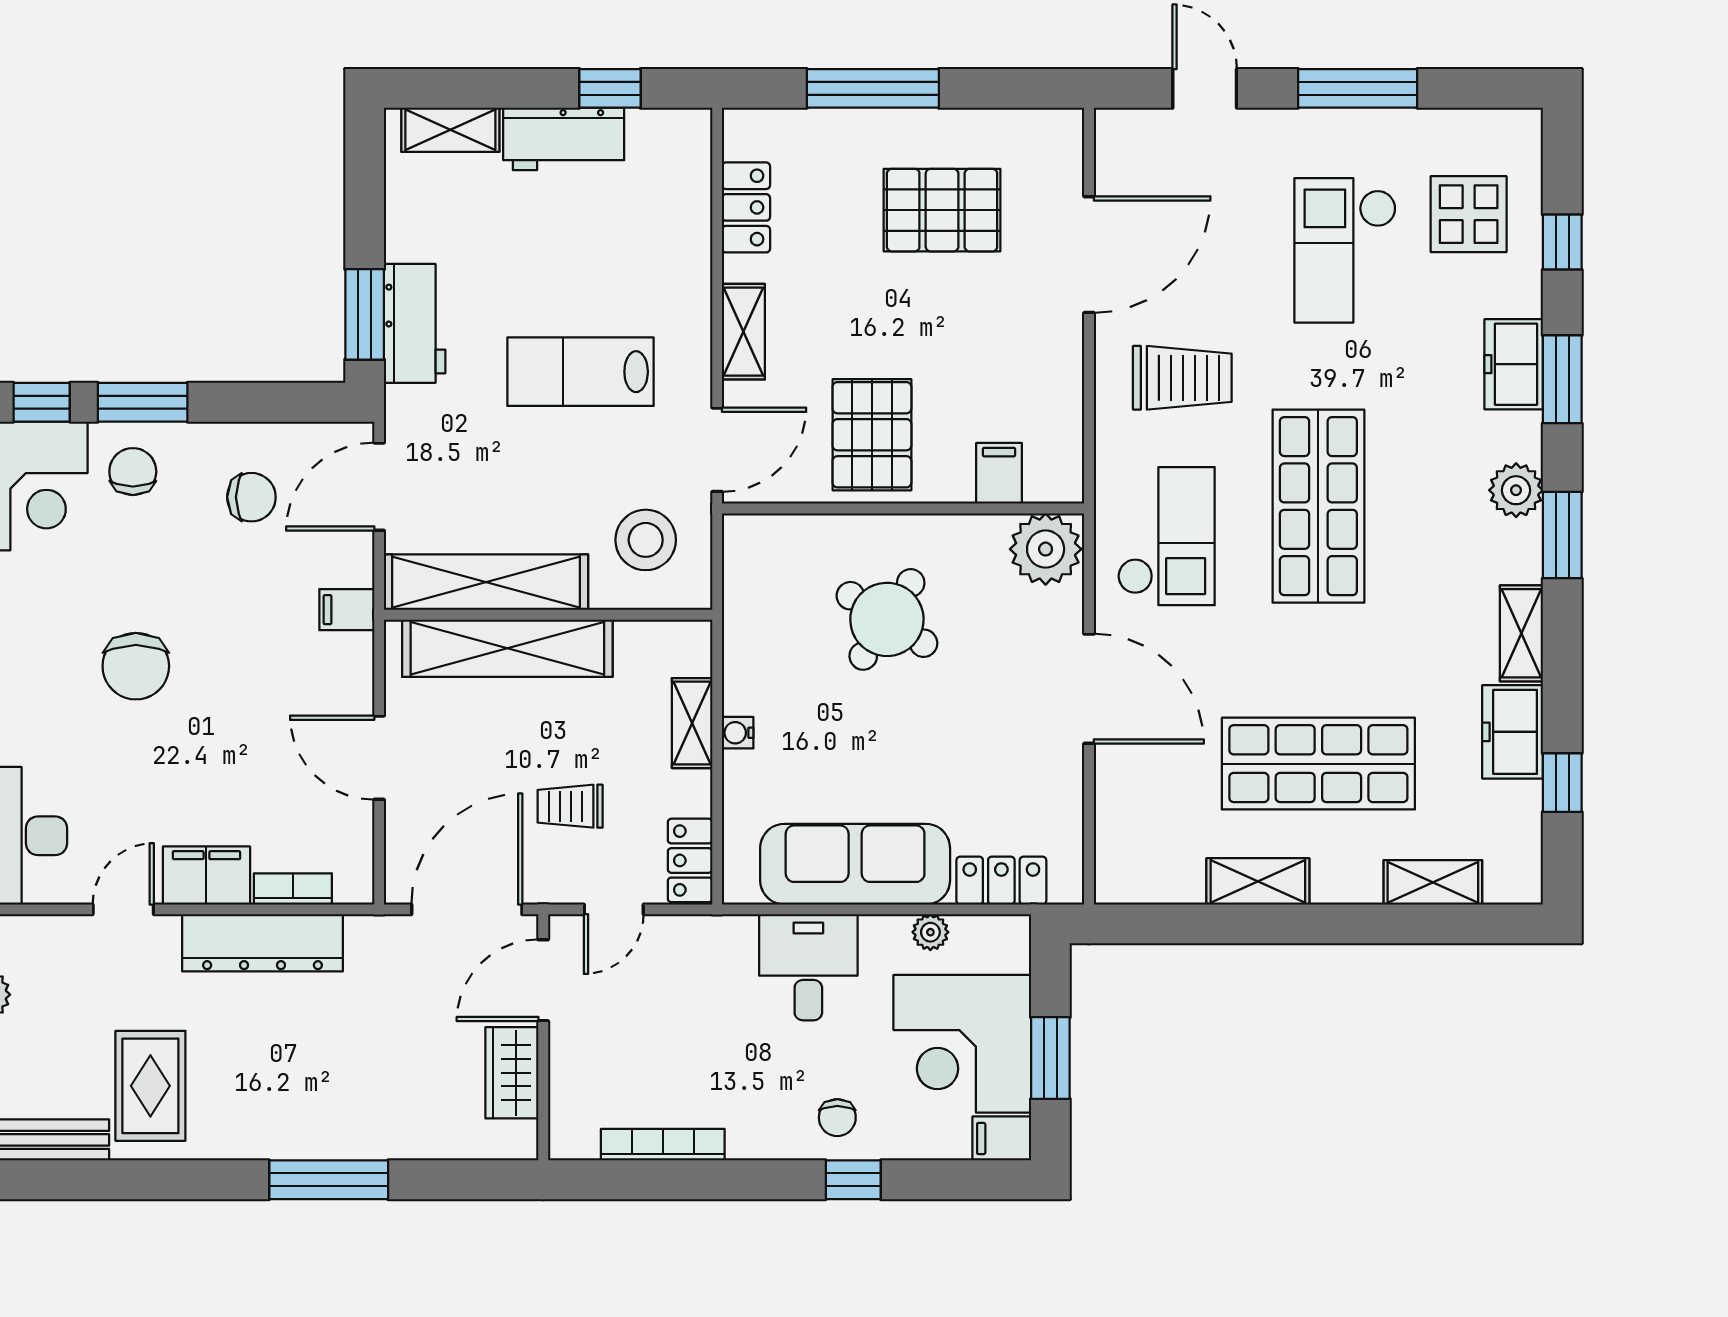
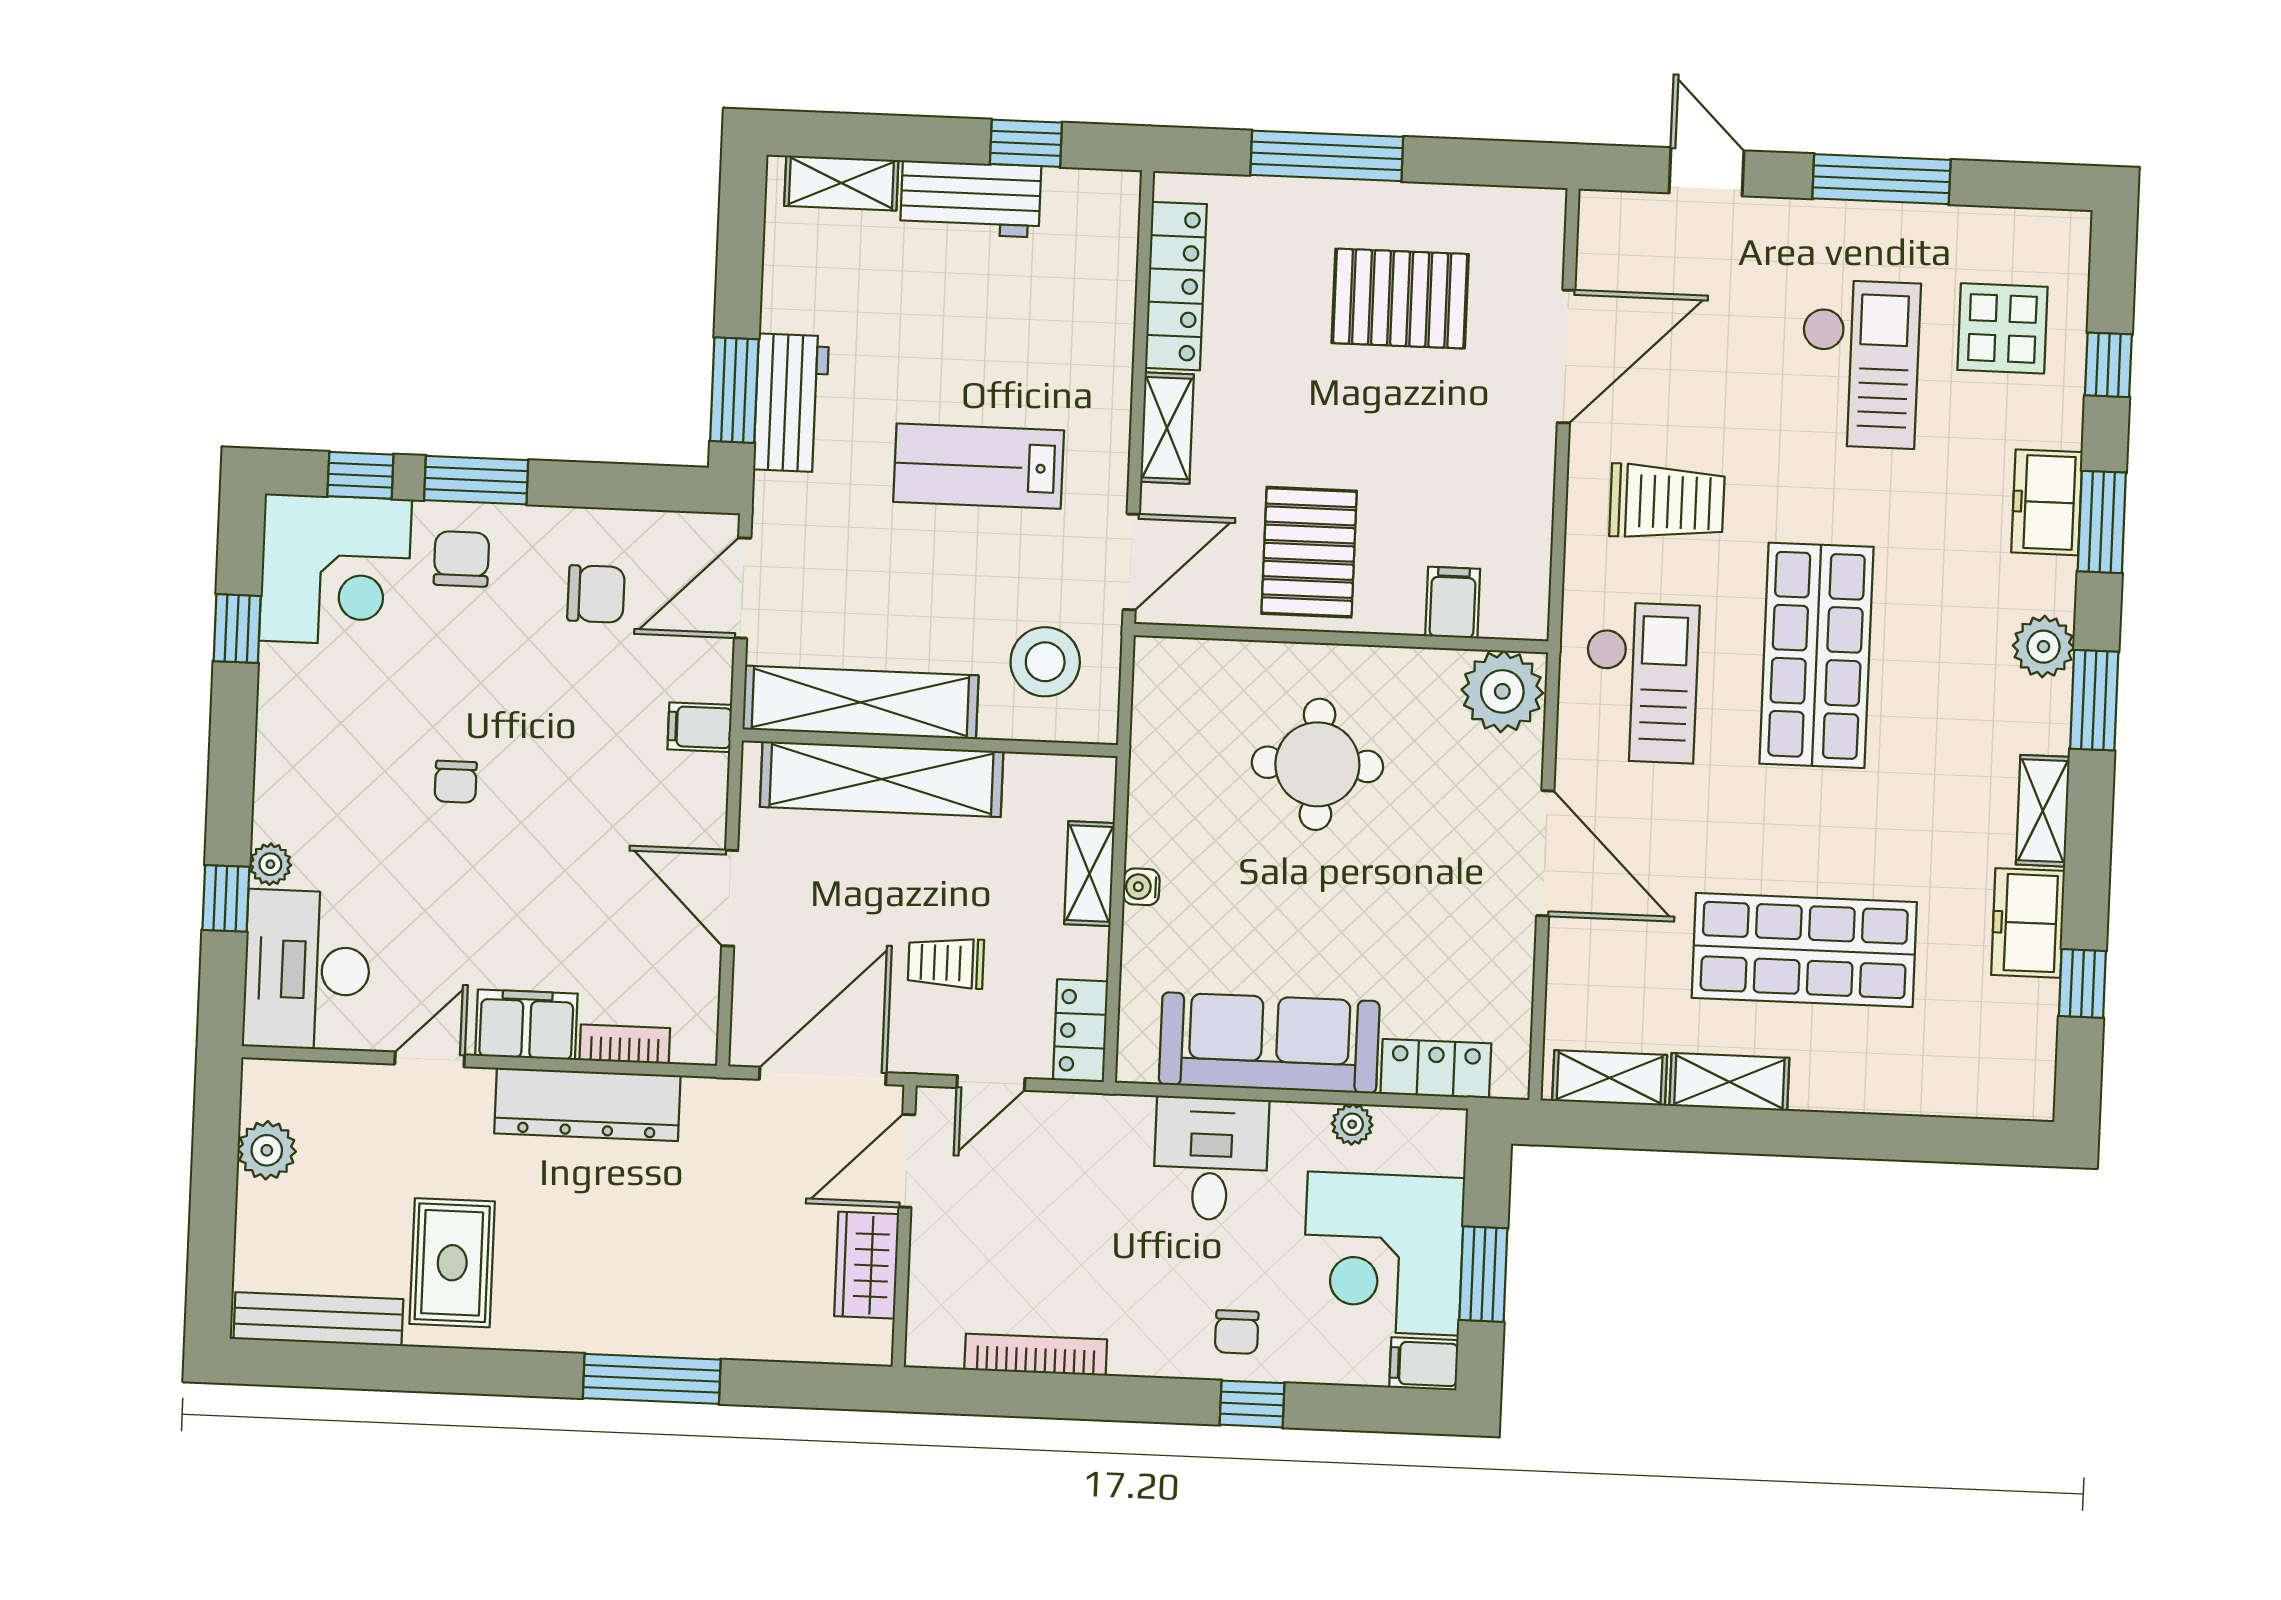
locker: (746, 207) -> (1176, 286), width x1.53
checkout: (1345, 250) -> (1860, 364), turned 180
round table: (887, 619) -> (1317, 764), turned -33
chair: (136, 666) -> (456, 782), width x0.54, depth x0.54
shelving: (1433, 882) -> (1610, 1078), moved

